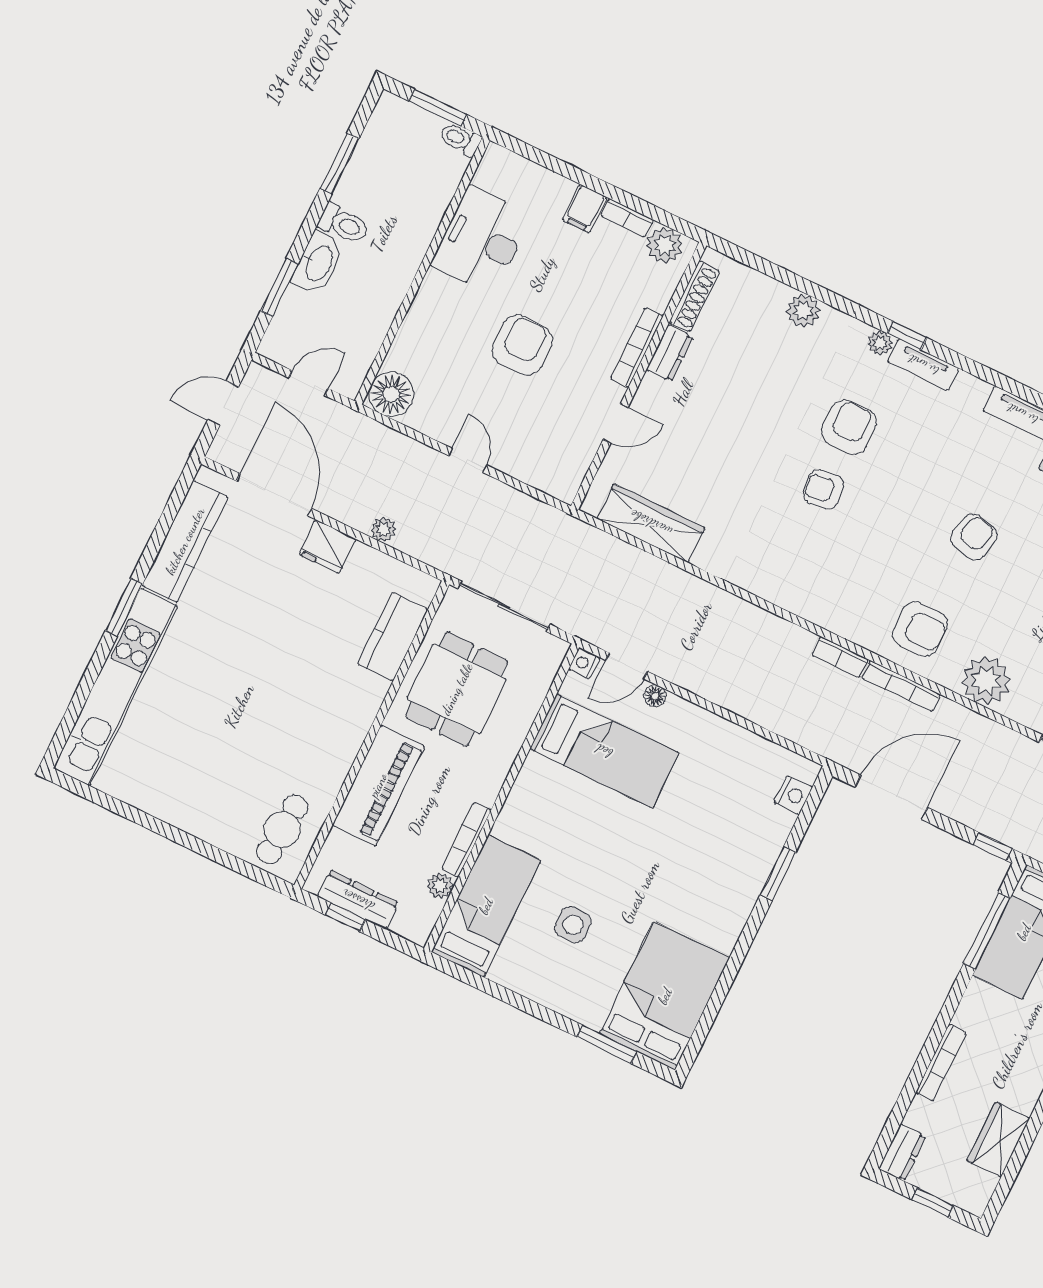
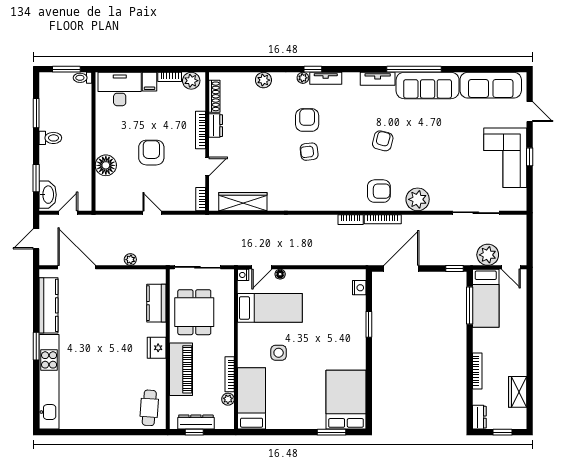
desk: (481, 240) -> (120, 89), moved, turned 90
washbasin: (318, 263) -> (48, 195), moved
floor lamp: (391, 394) -> (106, 165), moved
bookcase: (573, 479) -> (201, 199), added
fridge: (327, 547) -> (157, 348), moved, turned 90
side table: (573, 925) -> (279, 353), moved

